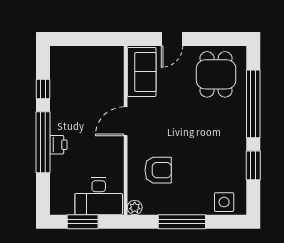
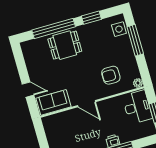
dining table: (216, 74) -> (65, 45), moved
armchair: (158, 170) -> (111, 75), turned -90
window: (182, 222) -> (135, 40), moved

